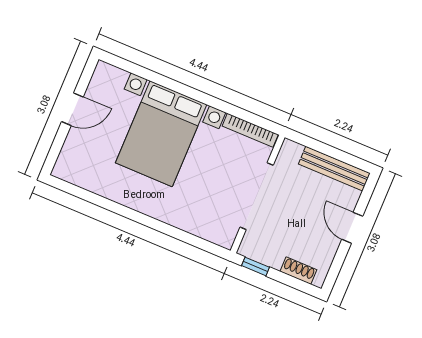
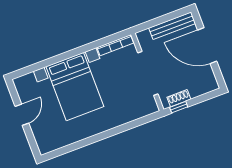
door: (352, 228) -> (207, 46), width x1.88
shoe rack: (298, 271) -> (179, 98), moved

